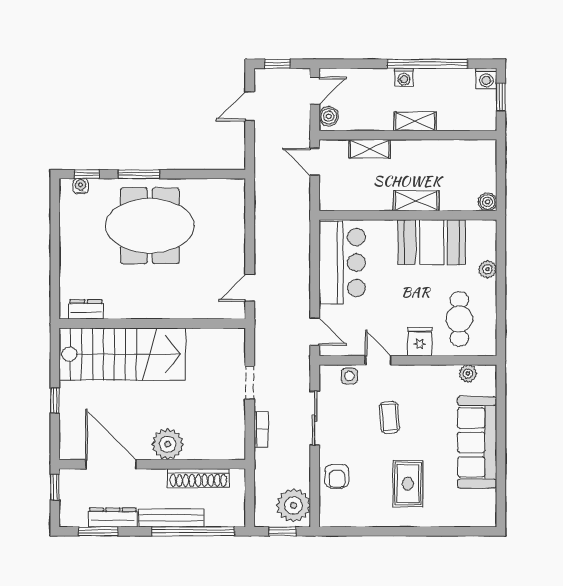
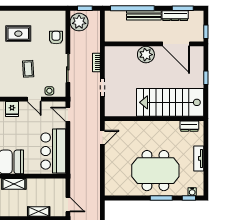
tv unit: (68, 249) -> (199, 158), added
shoe rack: (198, 478) -> (130, 36), removed
rug: (408, 484) -> (18, 34), turned 90

